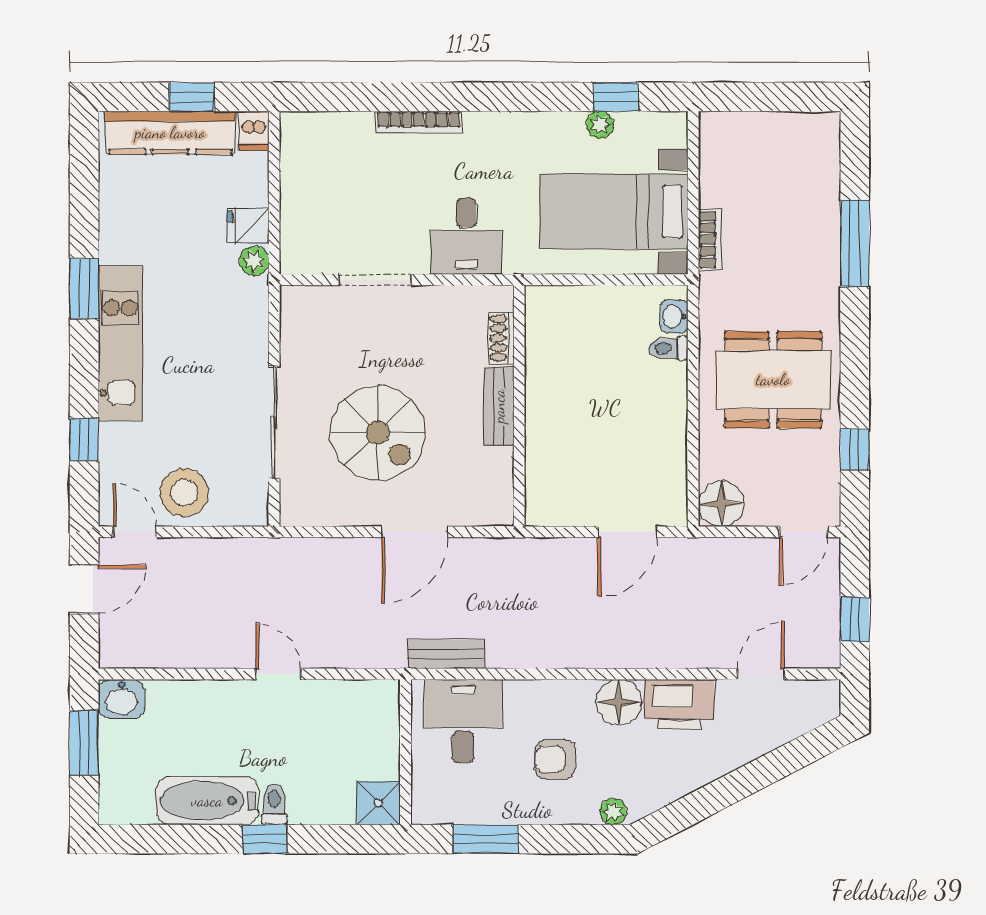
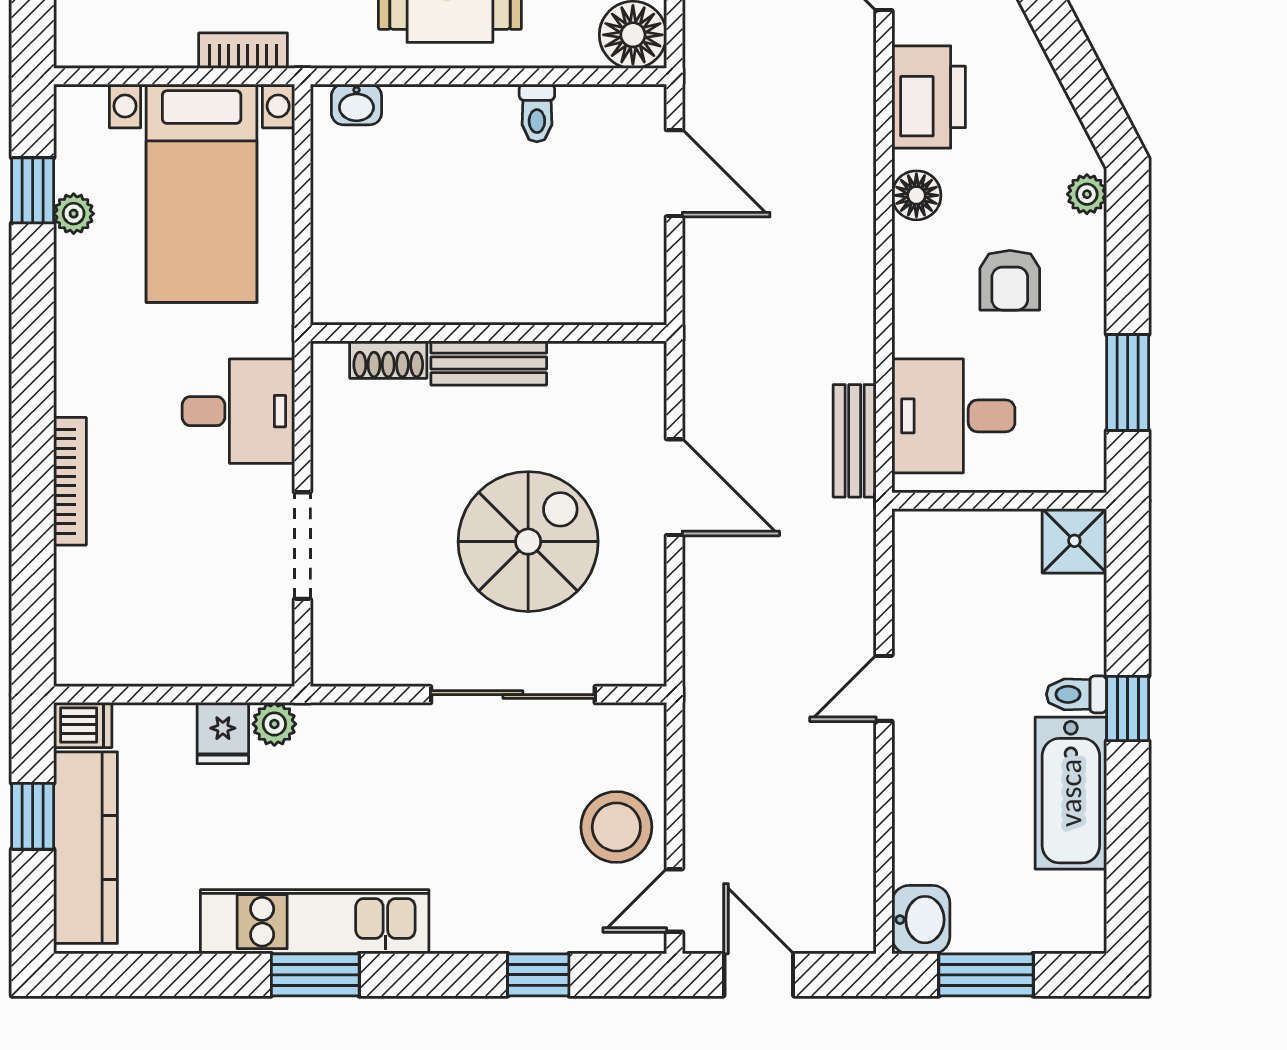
kitchen unit: (120, 343) -> (315, 922), moved
toilet: (668, 348) -> (537, 113), moved
floor lamp: (619, 702) -> (916, 195), width x0.73, depth x0.73

